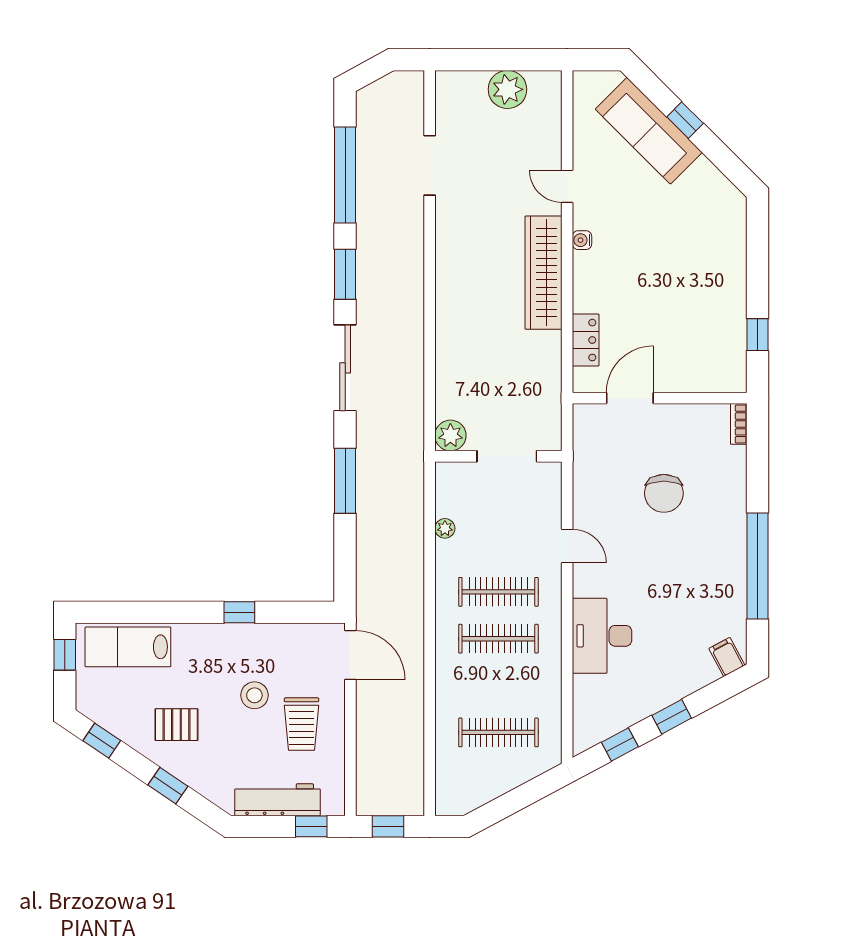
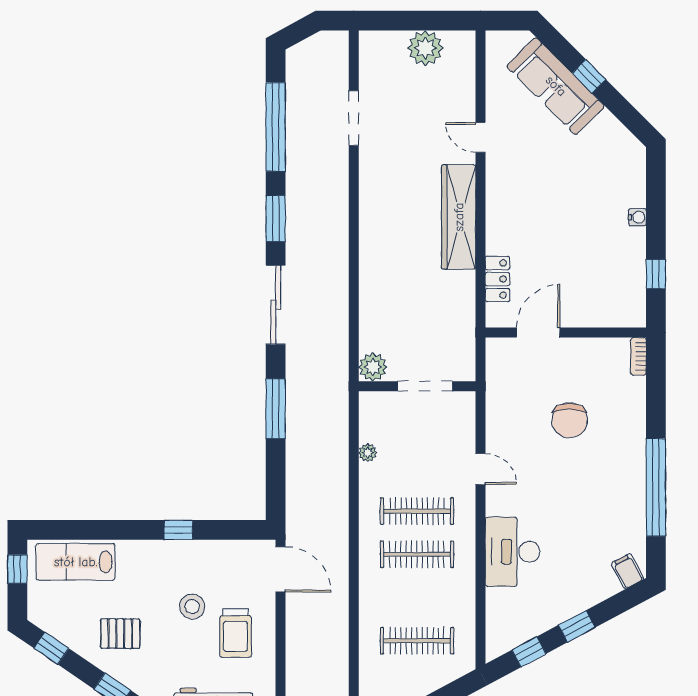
water cooler: (582, 240) -> (637, 217), moved, turned 180

